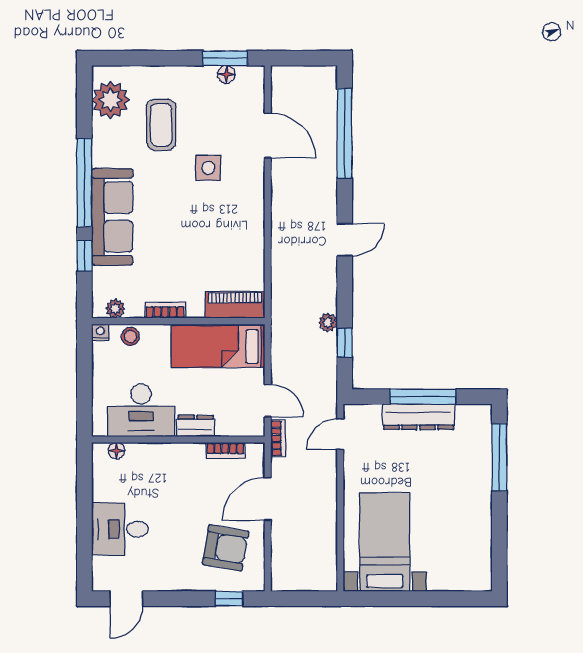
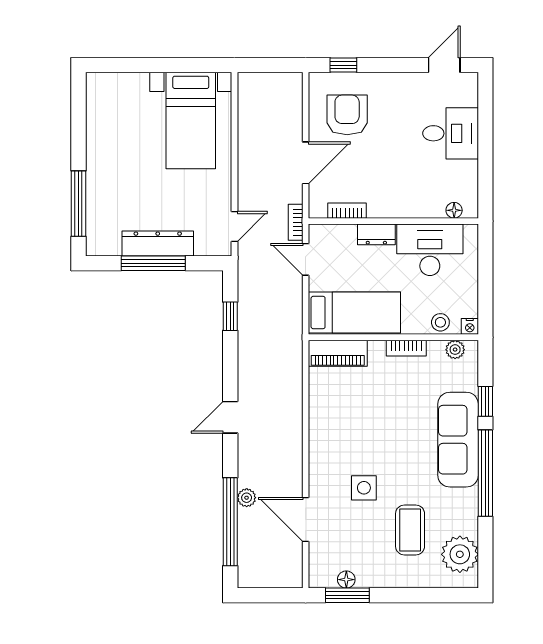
plant: (328, 322) -> (247, 498), moved
armchair: (225, 548) -> (347, 115), turned 80

